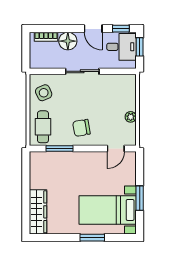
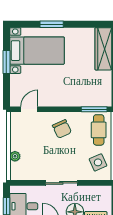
plant: (131, 117) -> (15, 156), moved
chair: (81, 128) -> (62, 129), turned 75
window: (59, 148) -> (94, 109), moved

